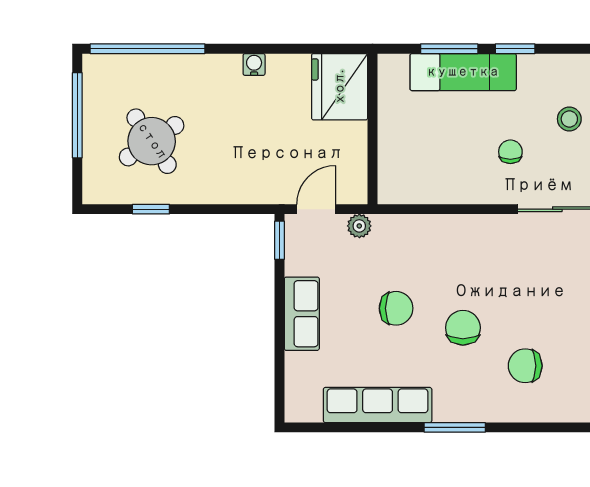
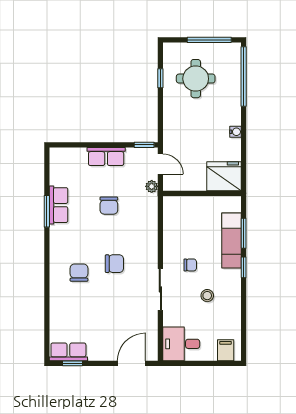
round table: (152, 141) -> (196, 79), turned 34
chair: (463, 328) -> (114, 264), moved
row of seats: (378, 405) -> (59, 205), width x0.68
window: (455, 427) -> (47, 211), moved

